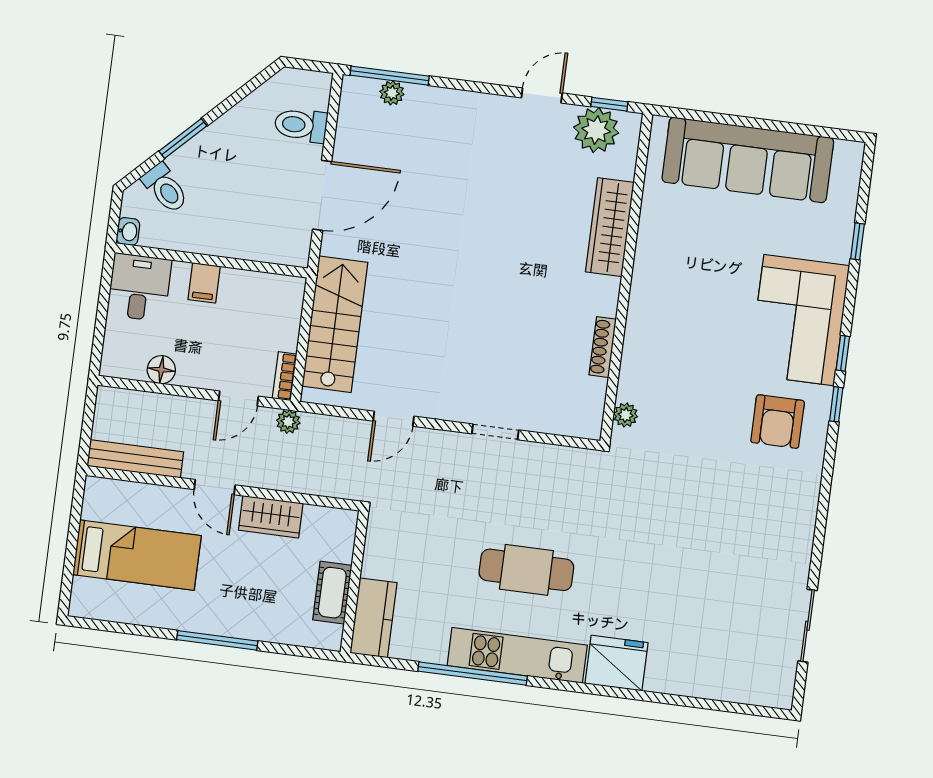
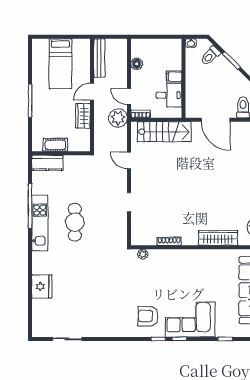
desk: (139, 287) -> (169, 95), moved
plant: (288, 422) -> (118, 118), width x1.87, depth x1.87
fridge: (617, 663) -> (42, 286), moved

